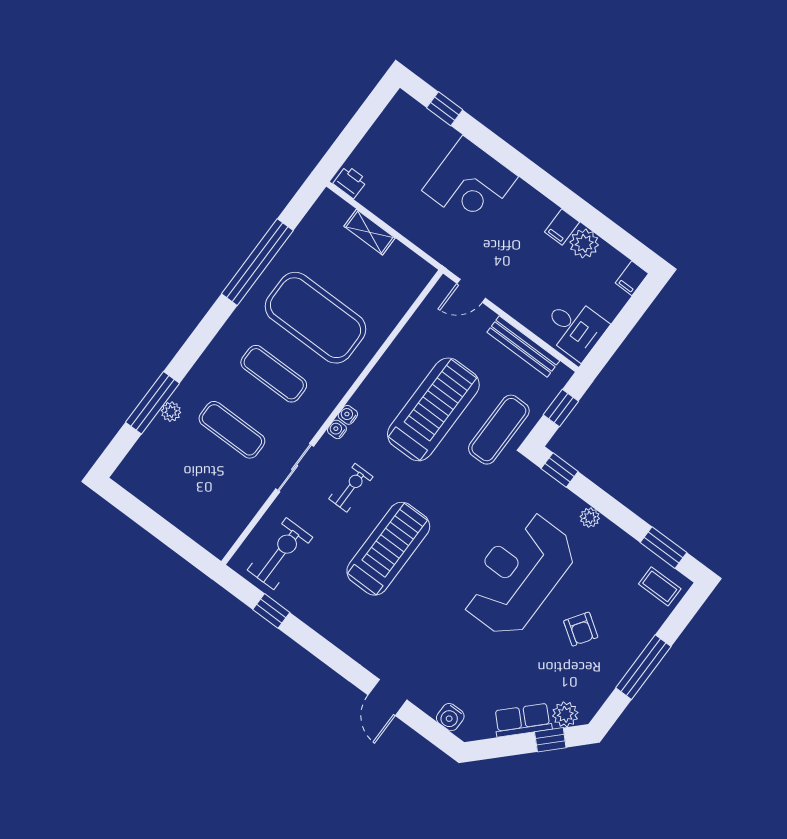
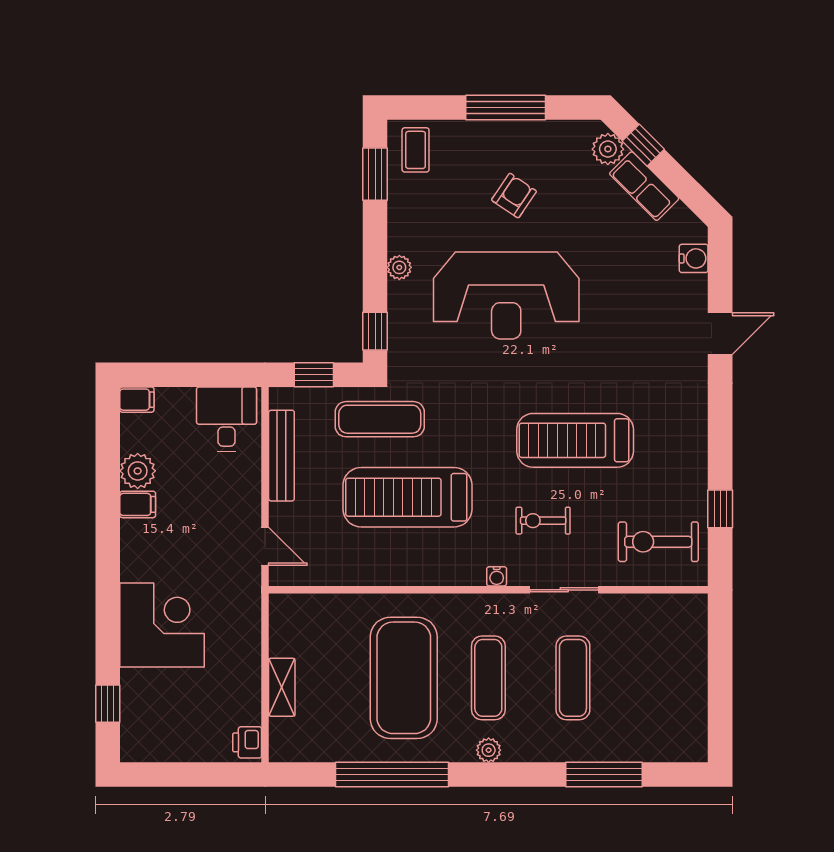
plant: (171, 412) -> (489, 750), moved
water cooler: (348, 415) -> (474, 576), removed

